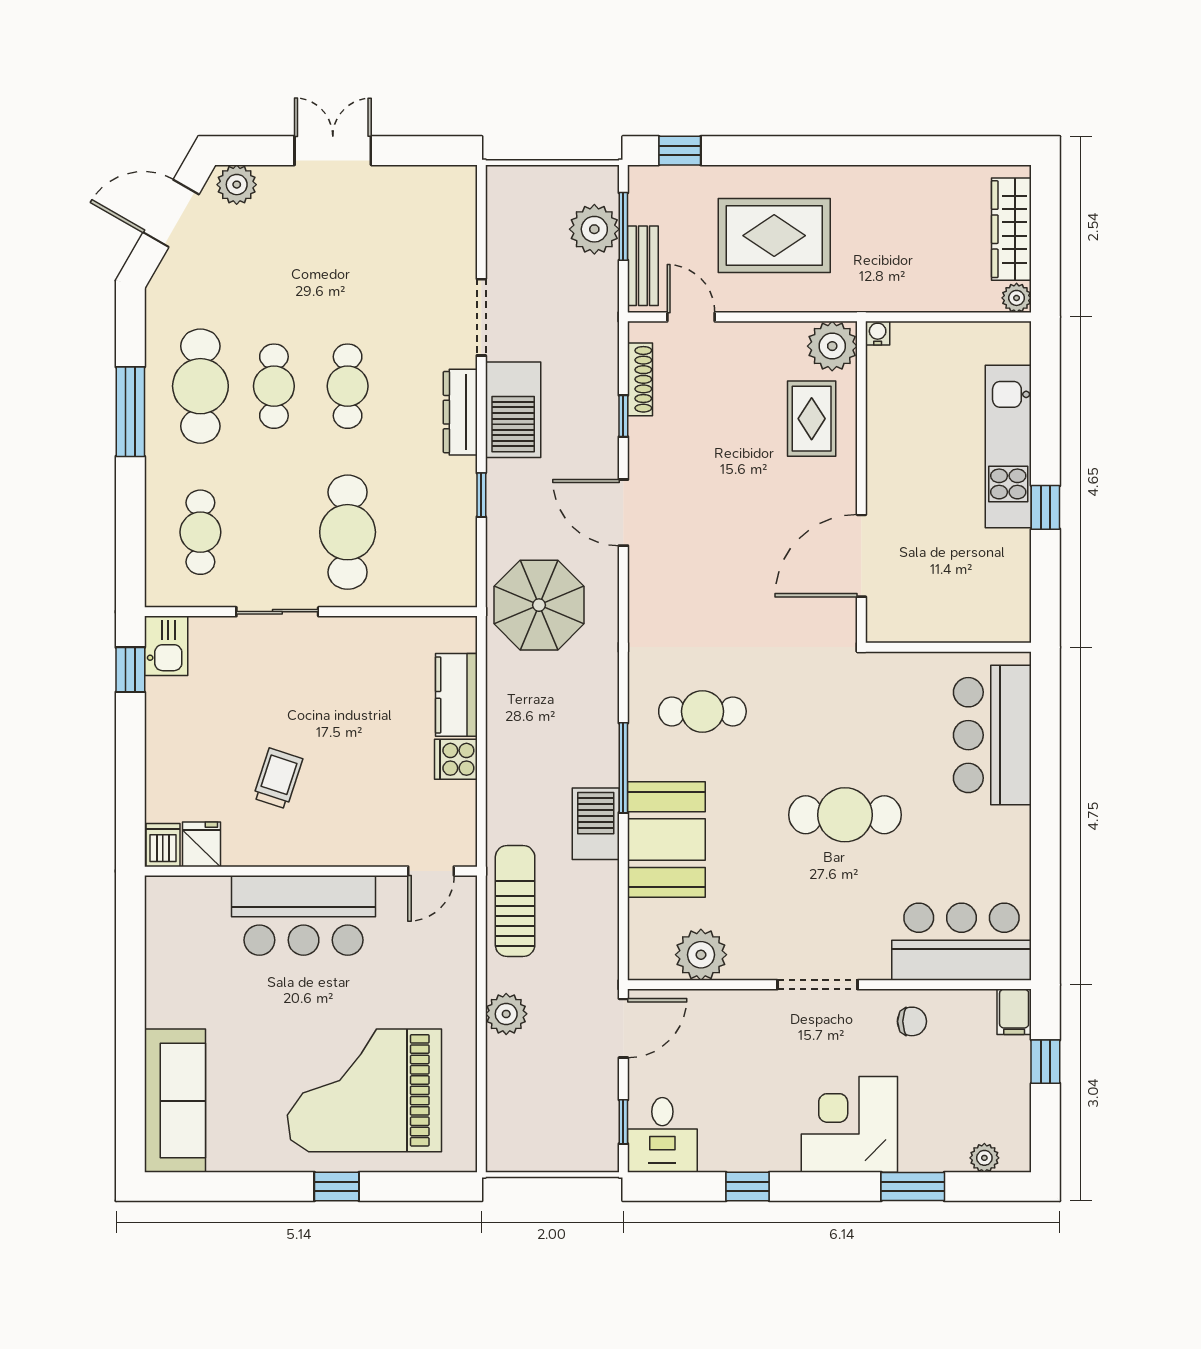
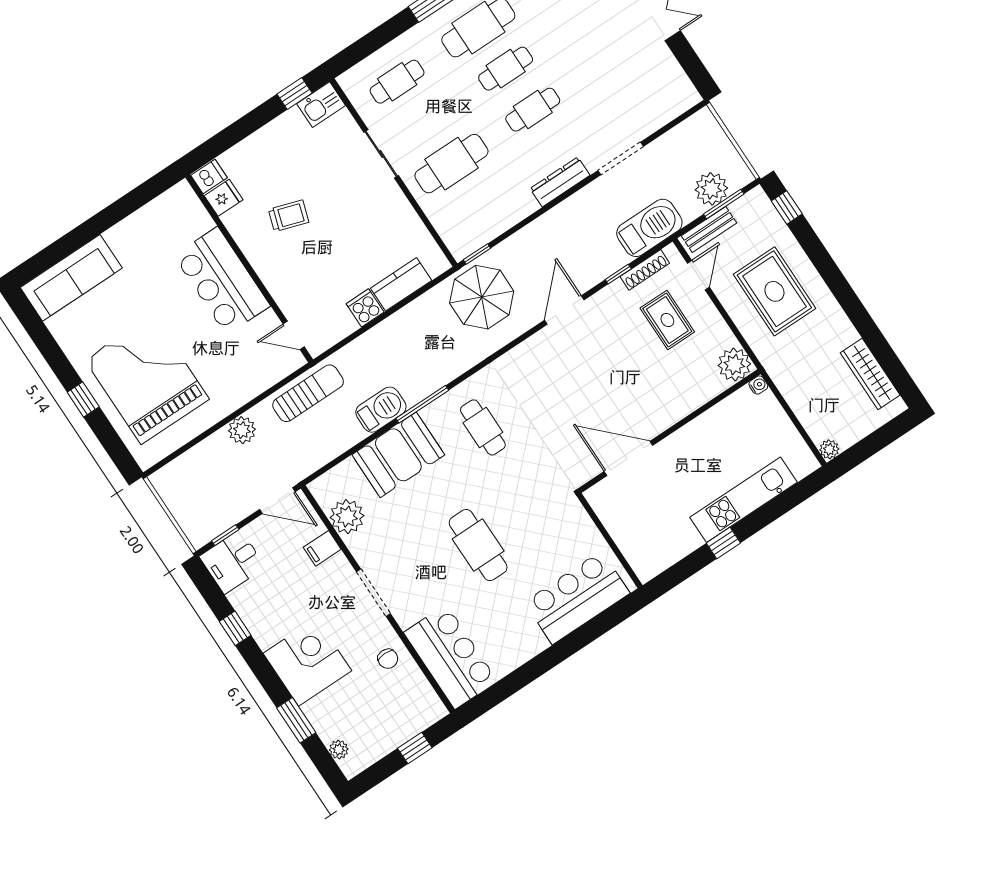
wardrobe: (1011, 229) -> (870, 374), moved, turned -90
barbecue: (513, 410) -> (649, 228), moved, turned 180
rug: (812, 419) -> (667, 320), moved, turned 90
window: (481, 495) -> (477, 254), moved
filing cabinet: (1014, 1012) -> (322, 548), moved

